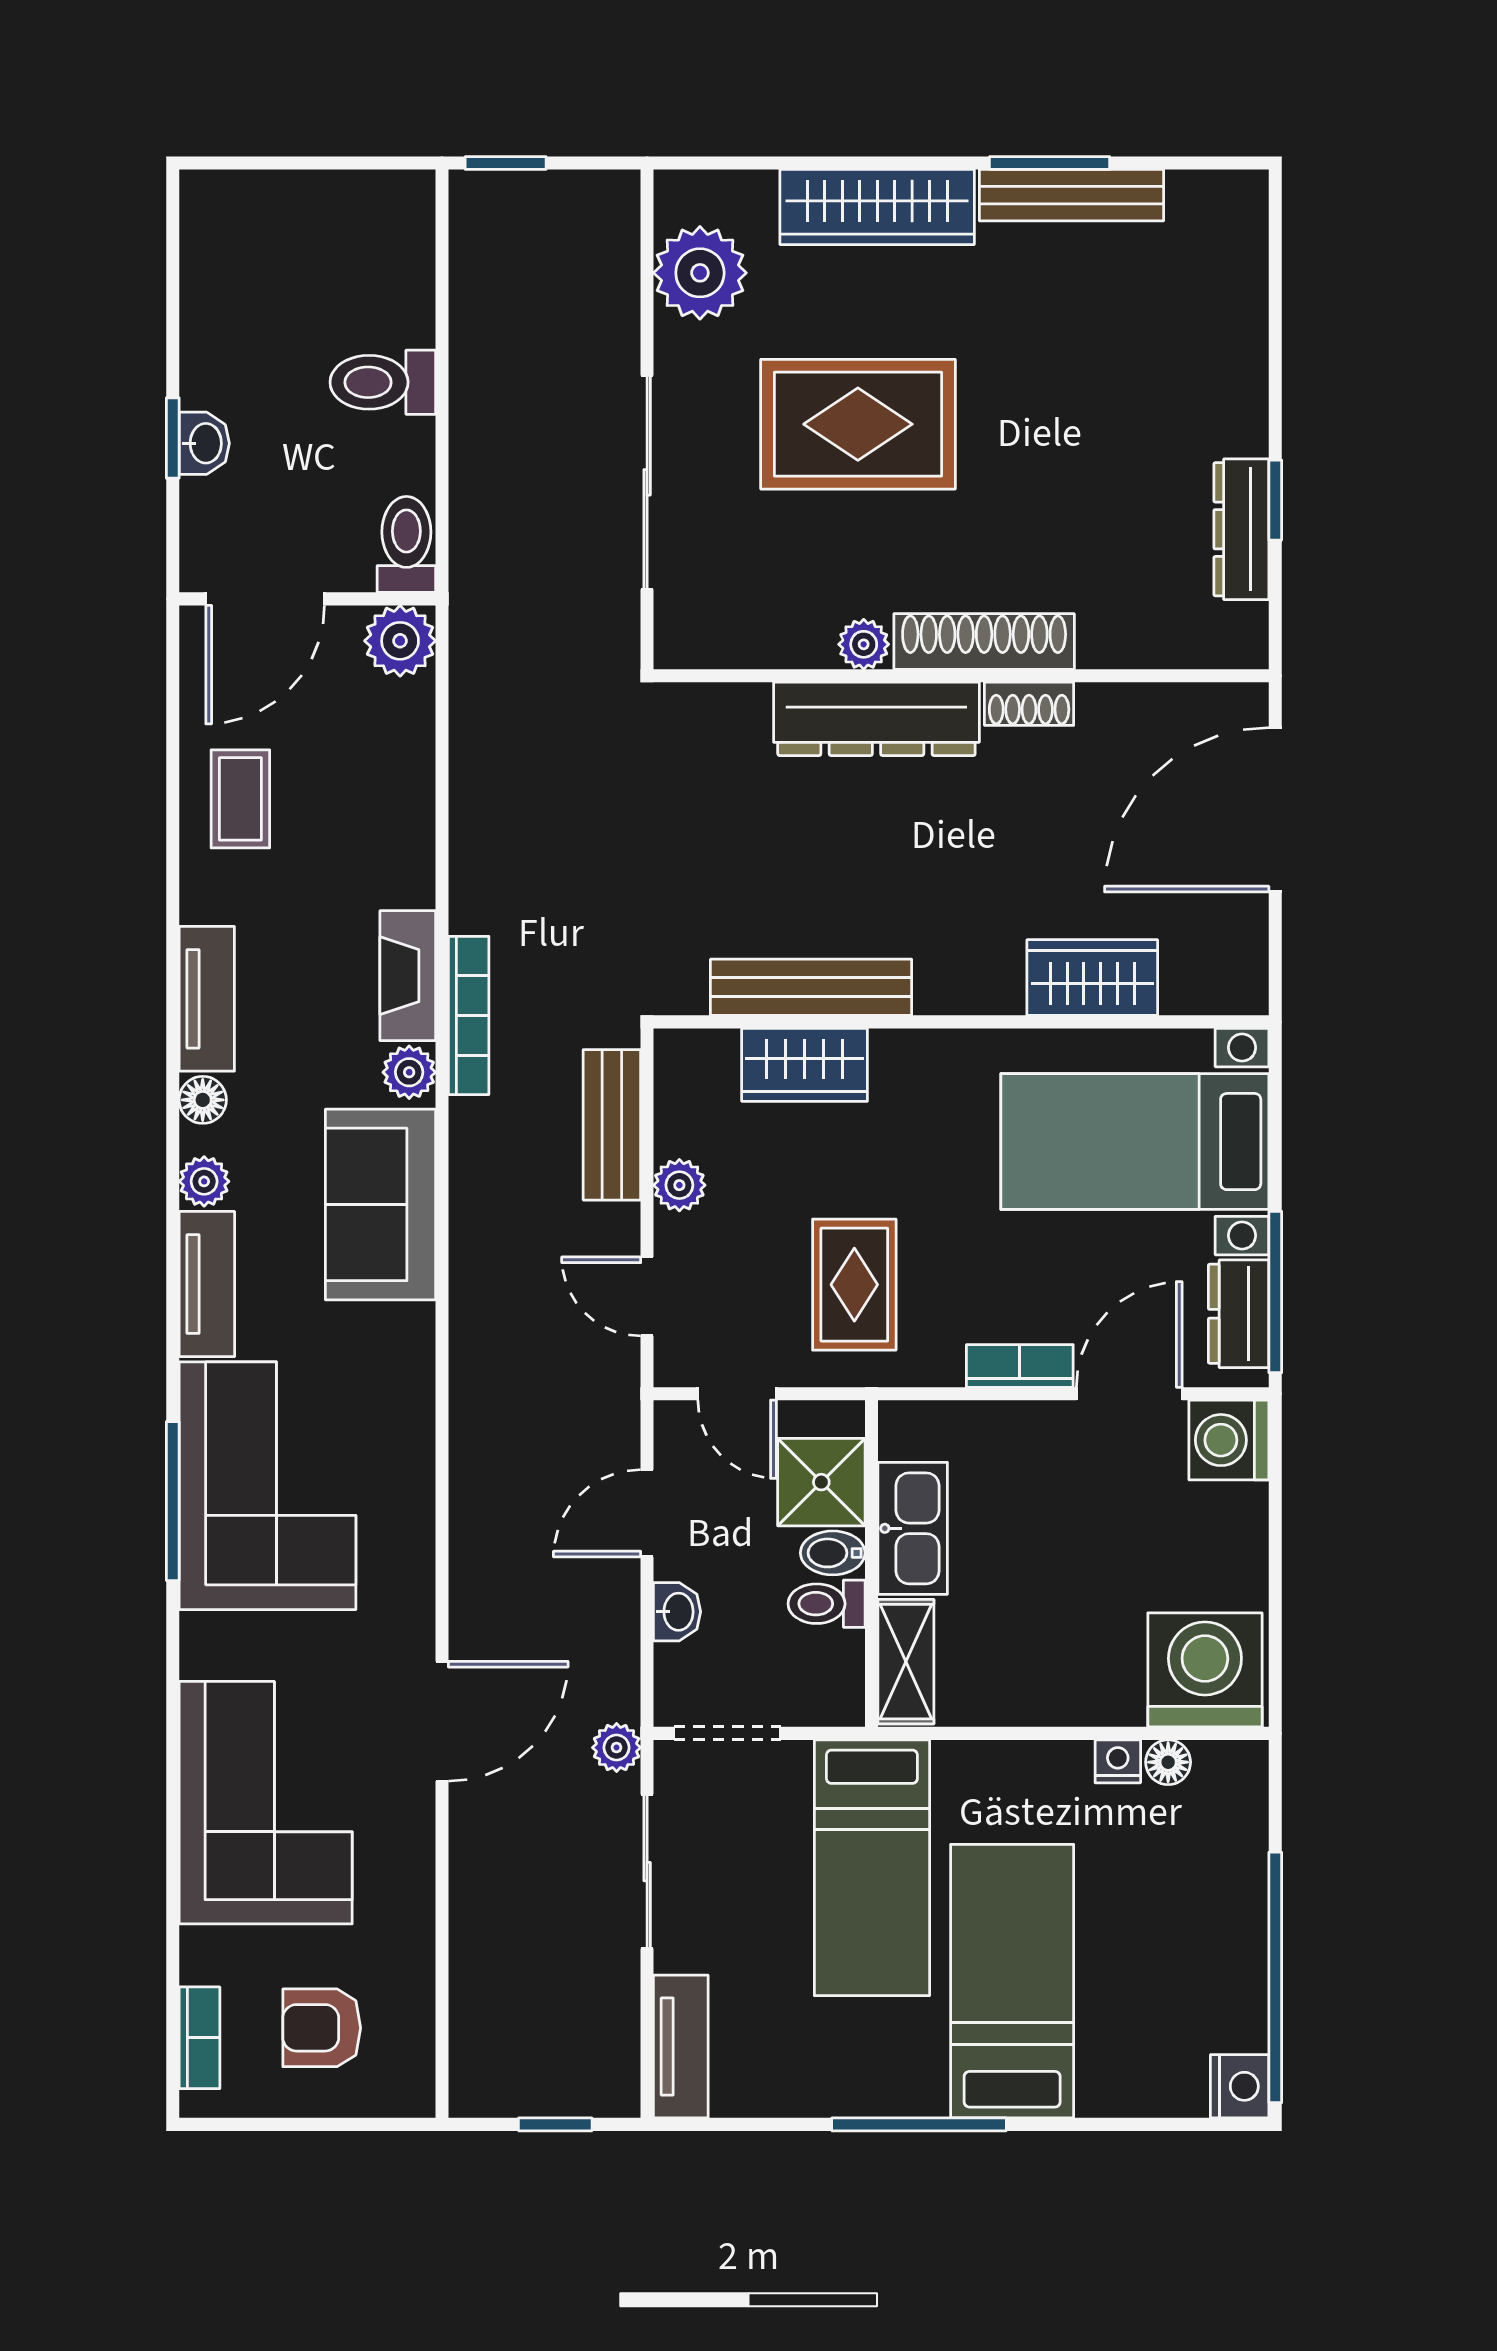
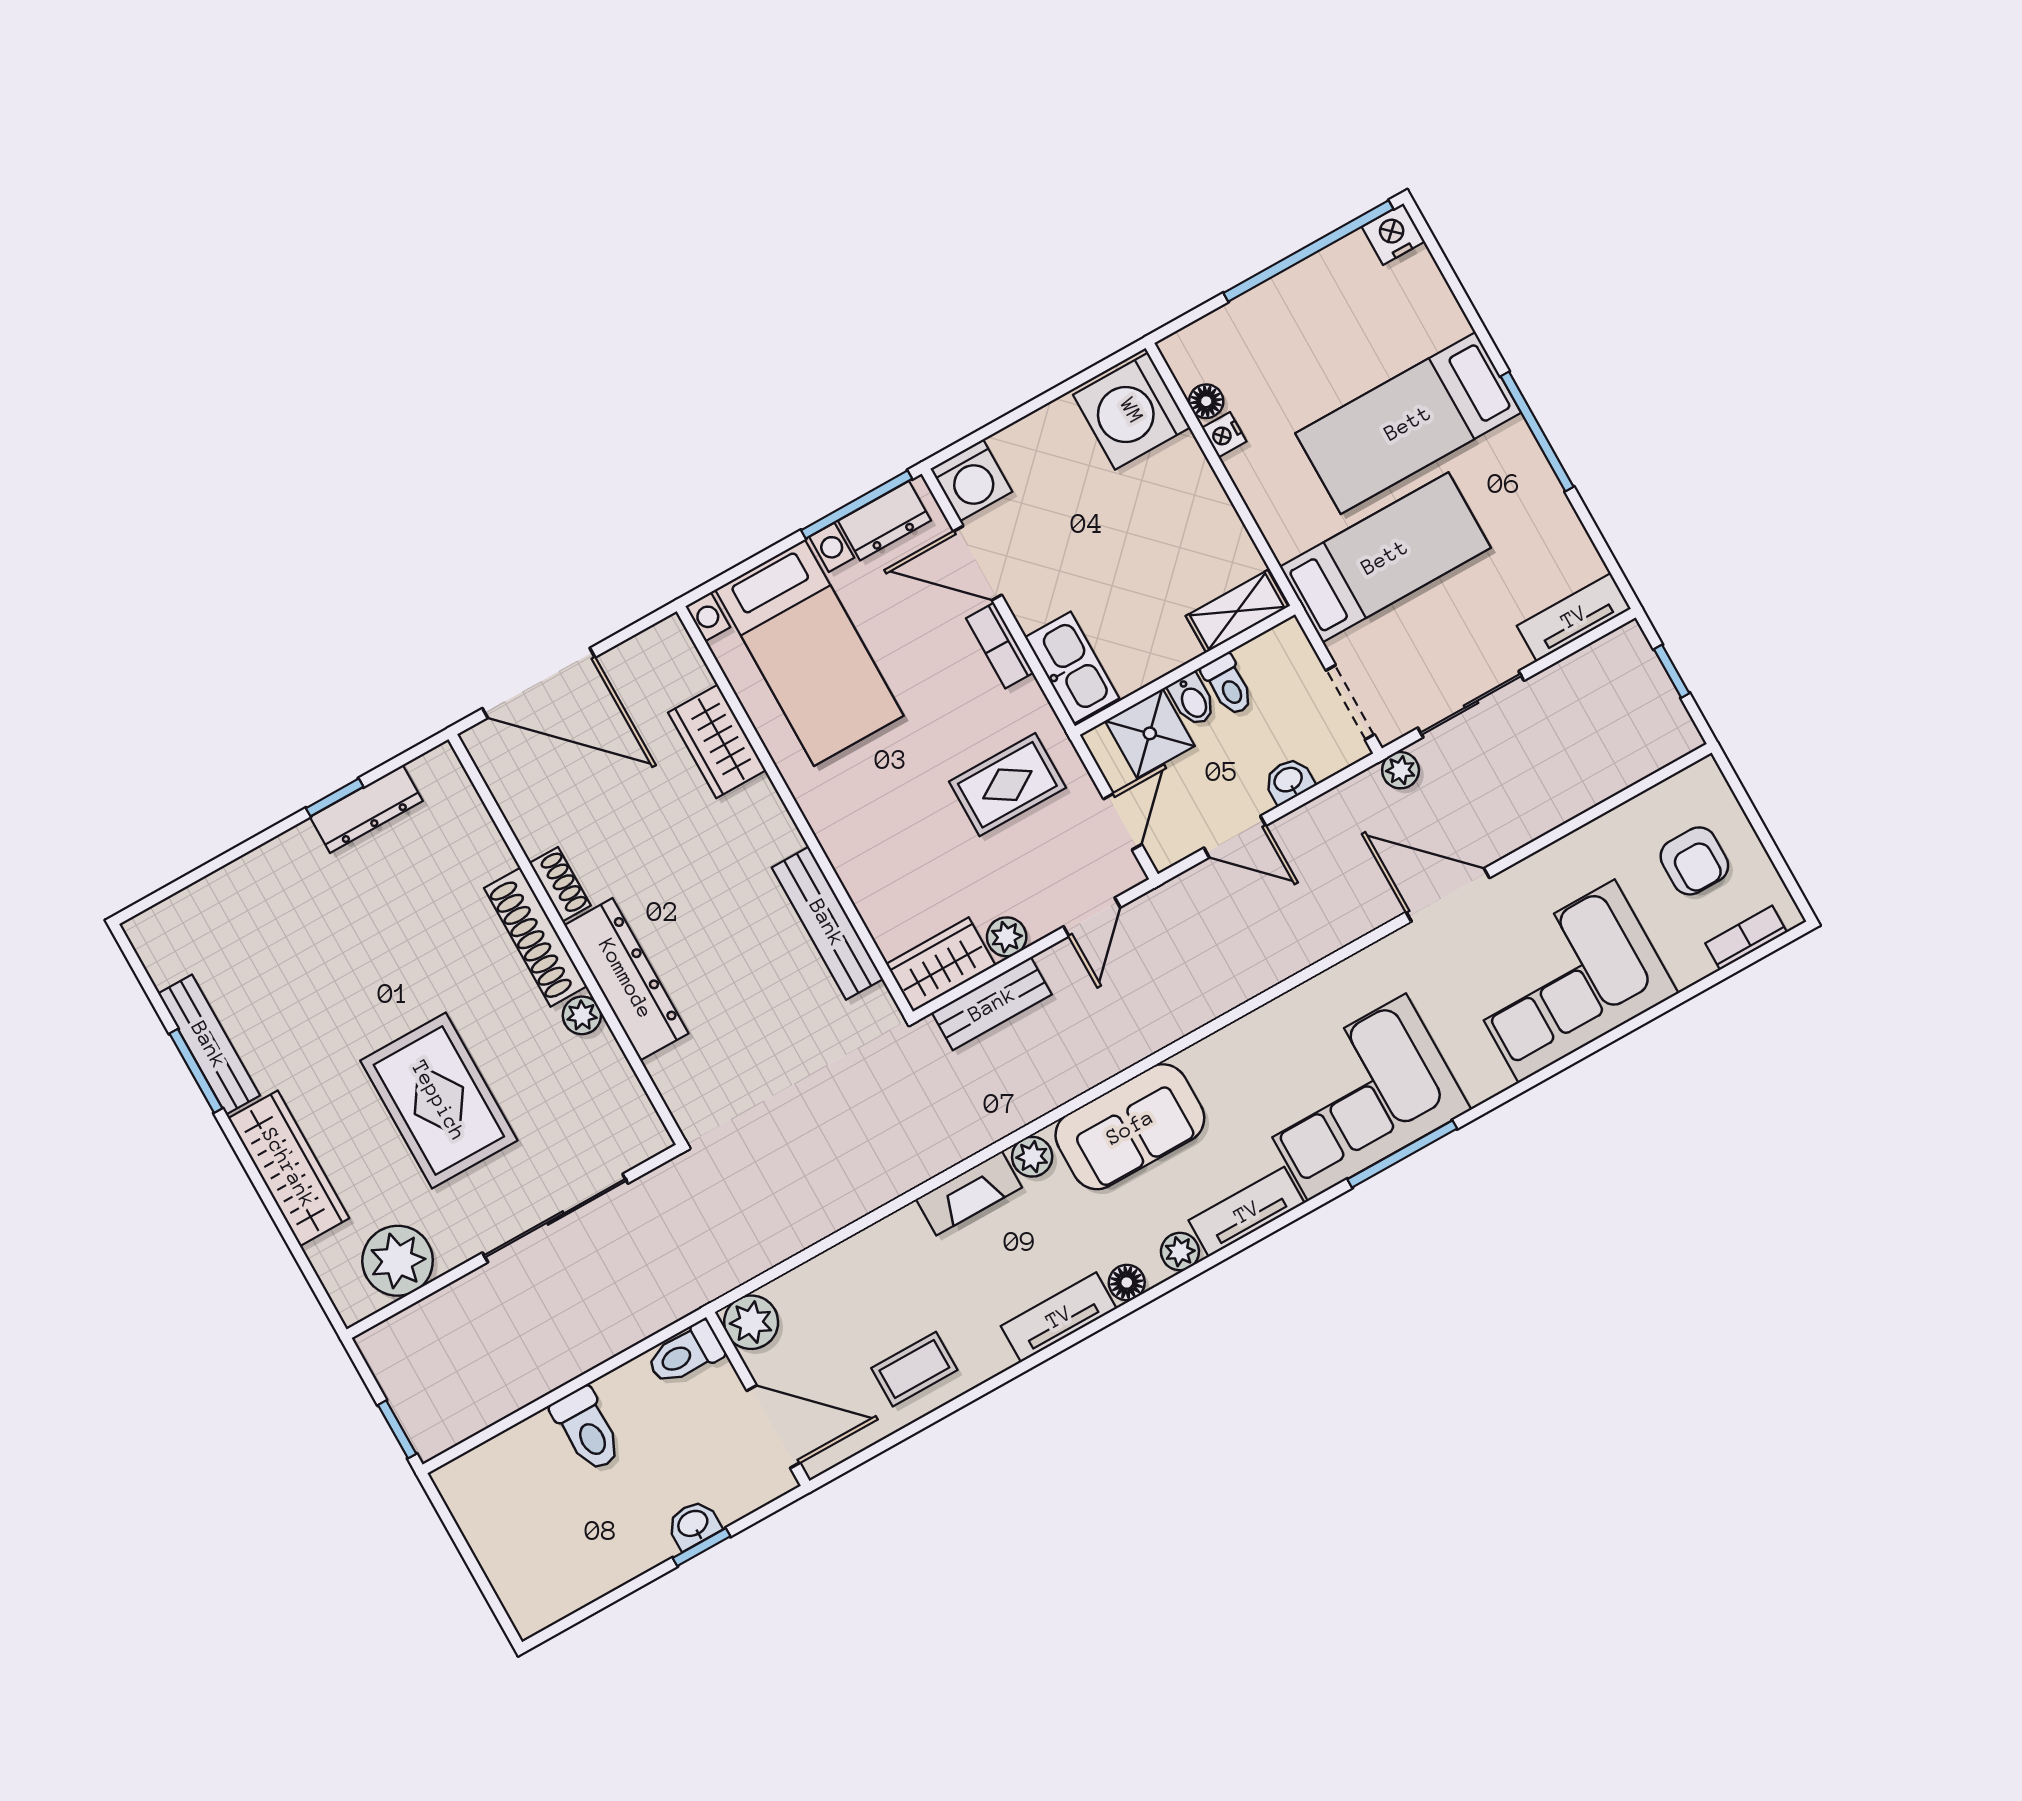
bookcase: (469, 1015) -> (973, 1138), removed
wardrobe: (805, 1065) -> (941, 965), moved, turned -90
kitchen sink: (913, 1528) -> (1072, 668), moved, turned 90

